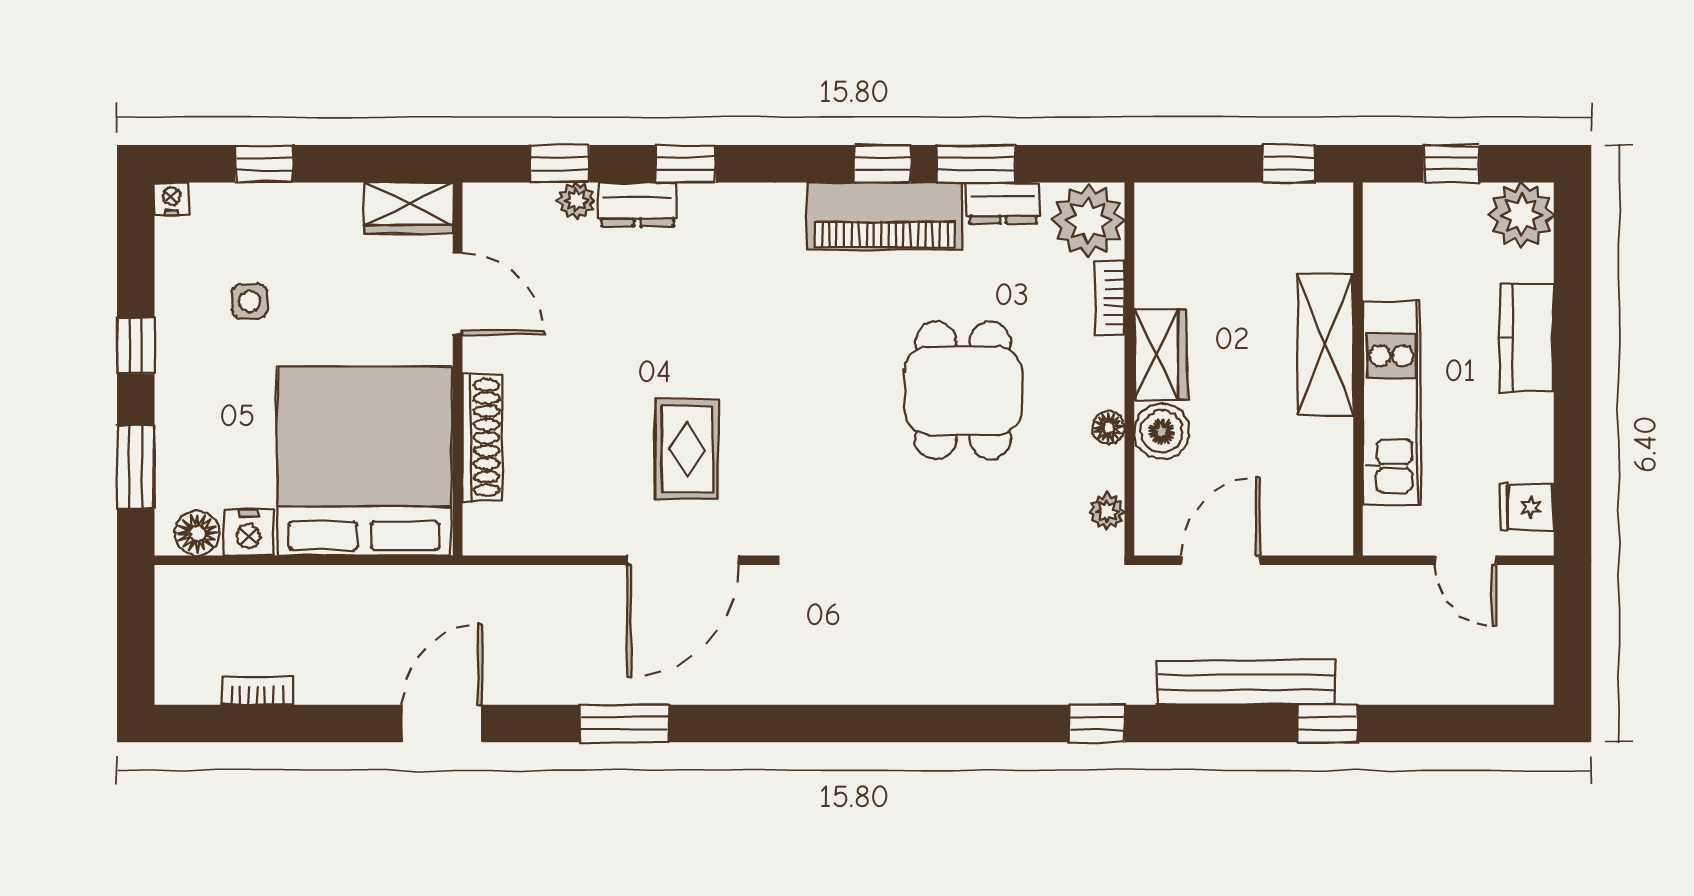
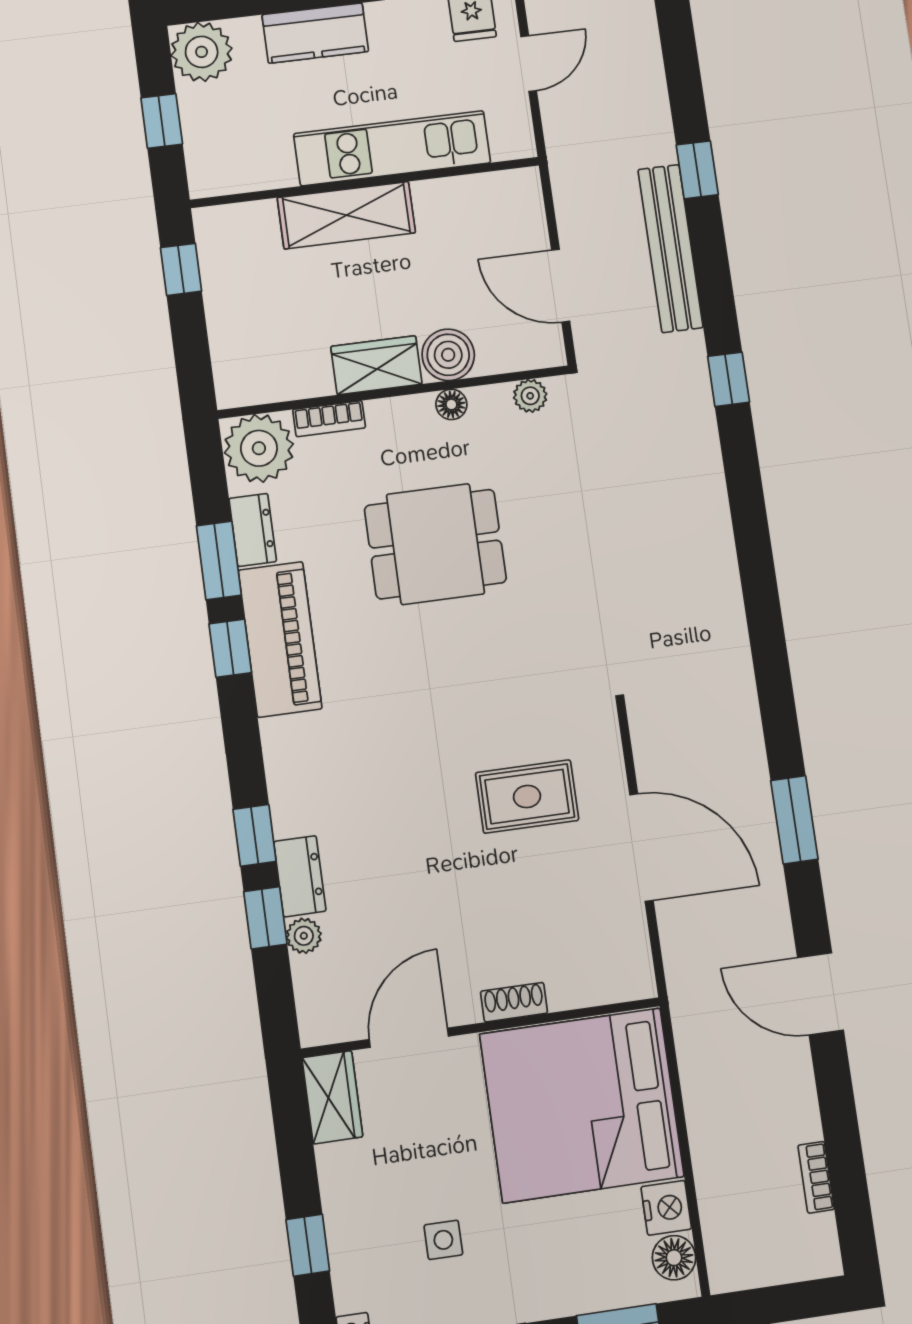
window: (560, 164) -> (265, 918), moved
shoe rack: (482, 438) -> (514, 1002), width x0.51, depth x0.81
door: (683, 560) -> (641, 848), moved

